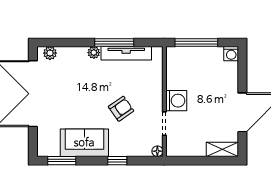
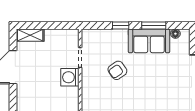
floor lamp: (157, 151) -> (175, 34), moved
window: (62, 161) -> (154, 26), moved

